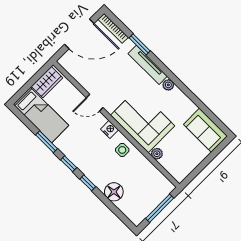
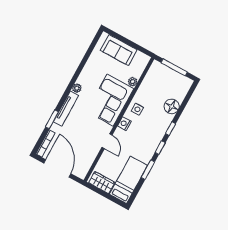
sofa: (205, 130) -> (119, 50), moved, turned 90

